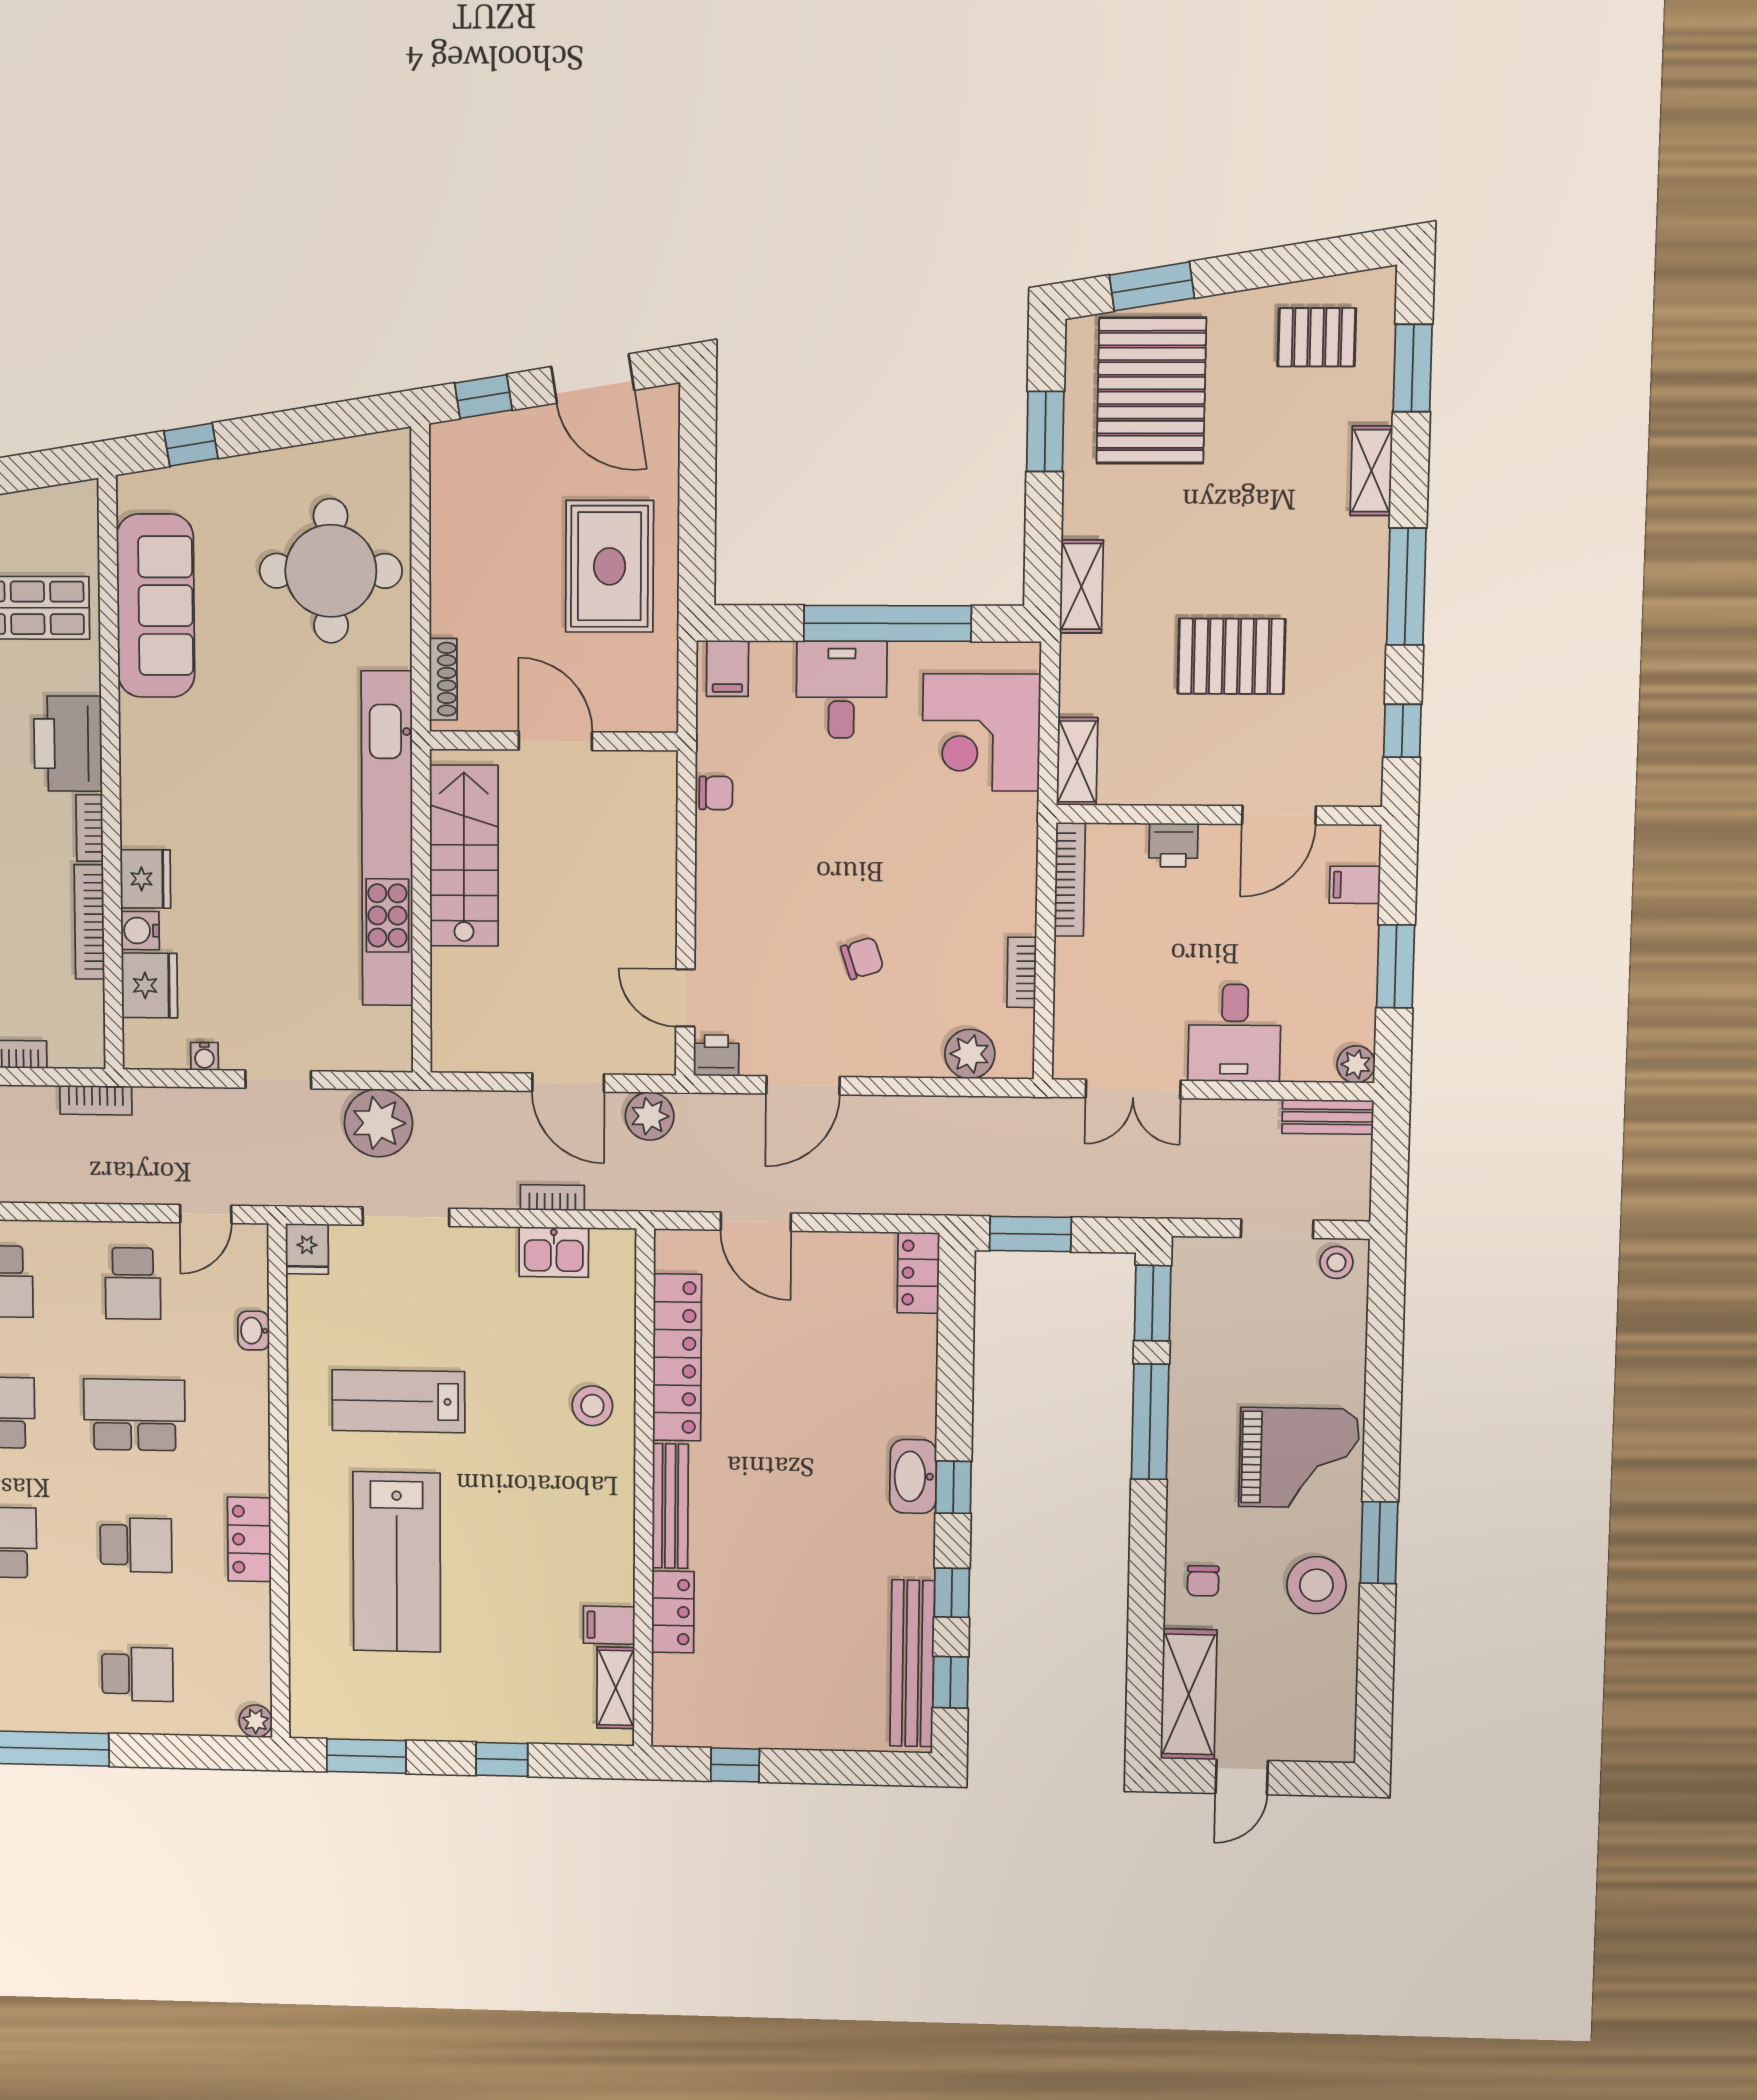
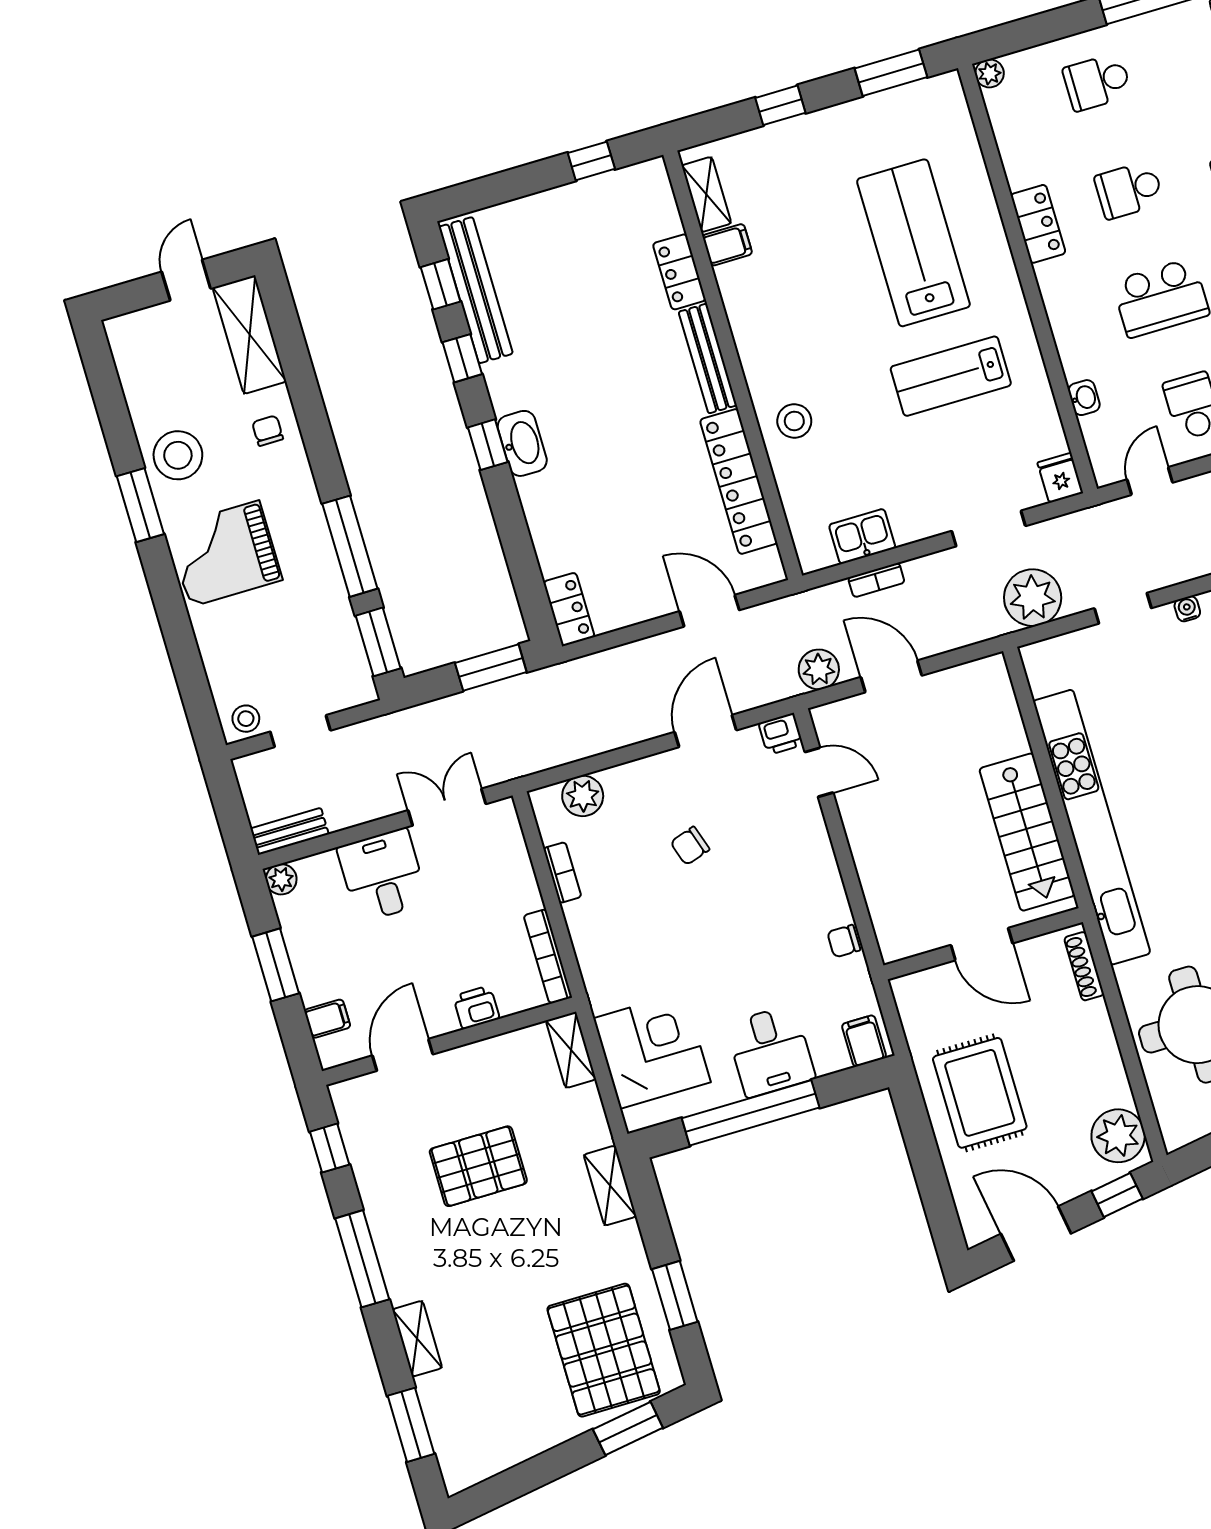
pallet: (1317, 337) -> (491, 1427), removed
plant: (462, 467) -> (1118, 1136), added
lab bench: (398, 1401) -> (951, 376), turned 180

